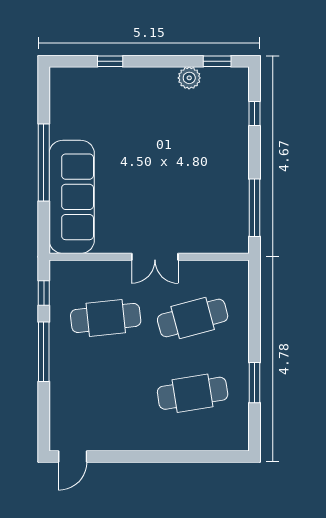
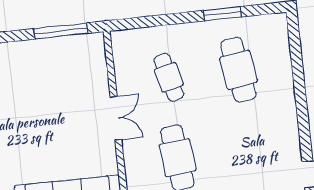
cafe table: (193, 318) -> (169, 77), width x0.73, depth x0.74

